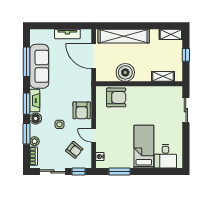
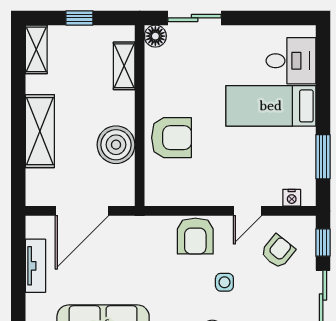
shelving: (124, 36) -> (40, 131), width x0.68
floor lamp: (177, 91) -> (155, 36), added
armchair: (116, 97) -> (171, 138), moved, turned 90
armchair: (82, 110) -> (195, 236), turned 90

